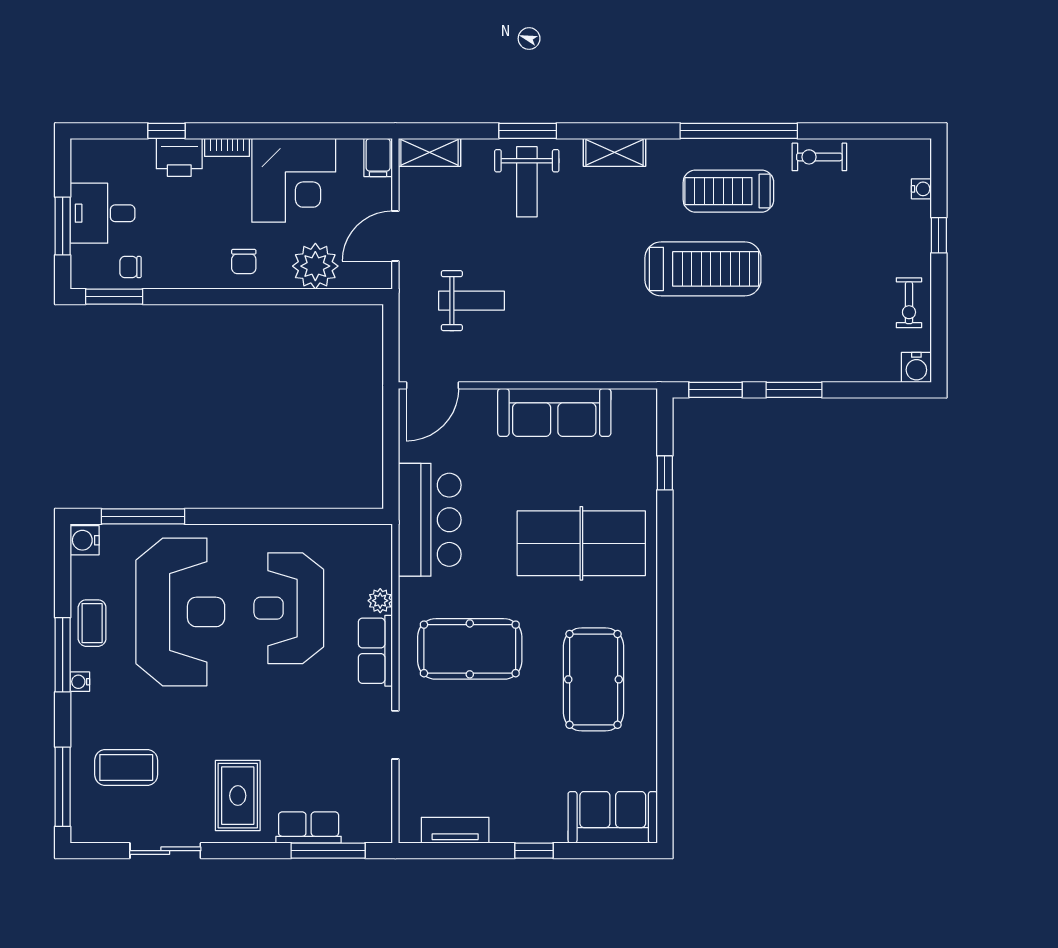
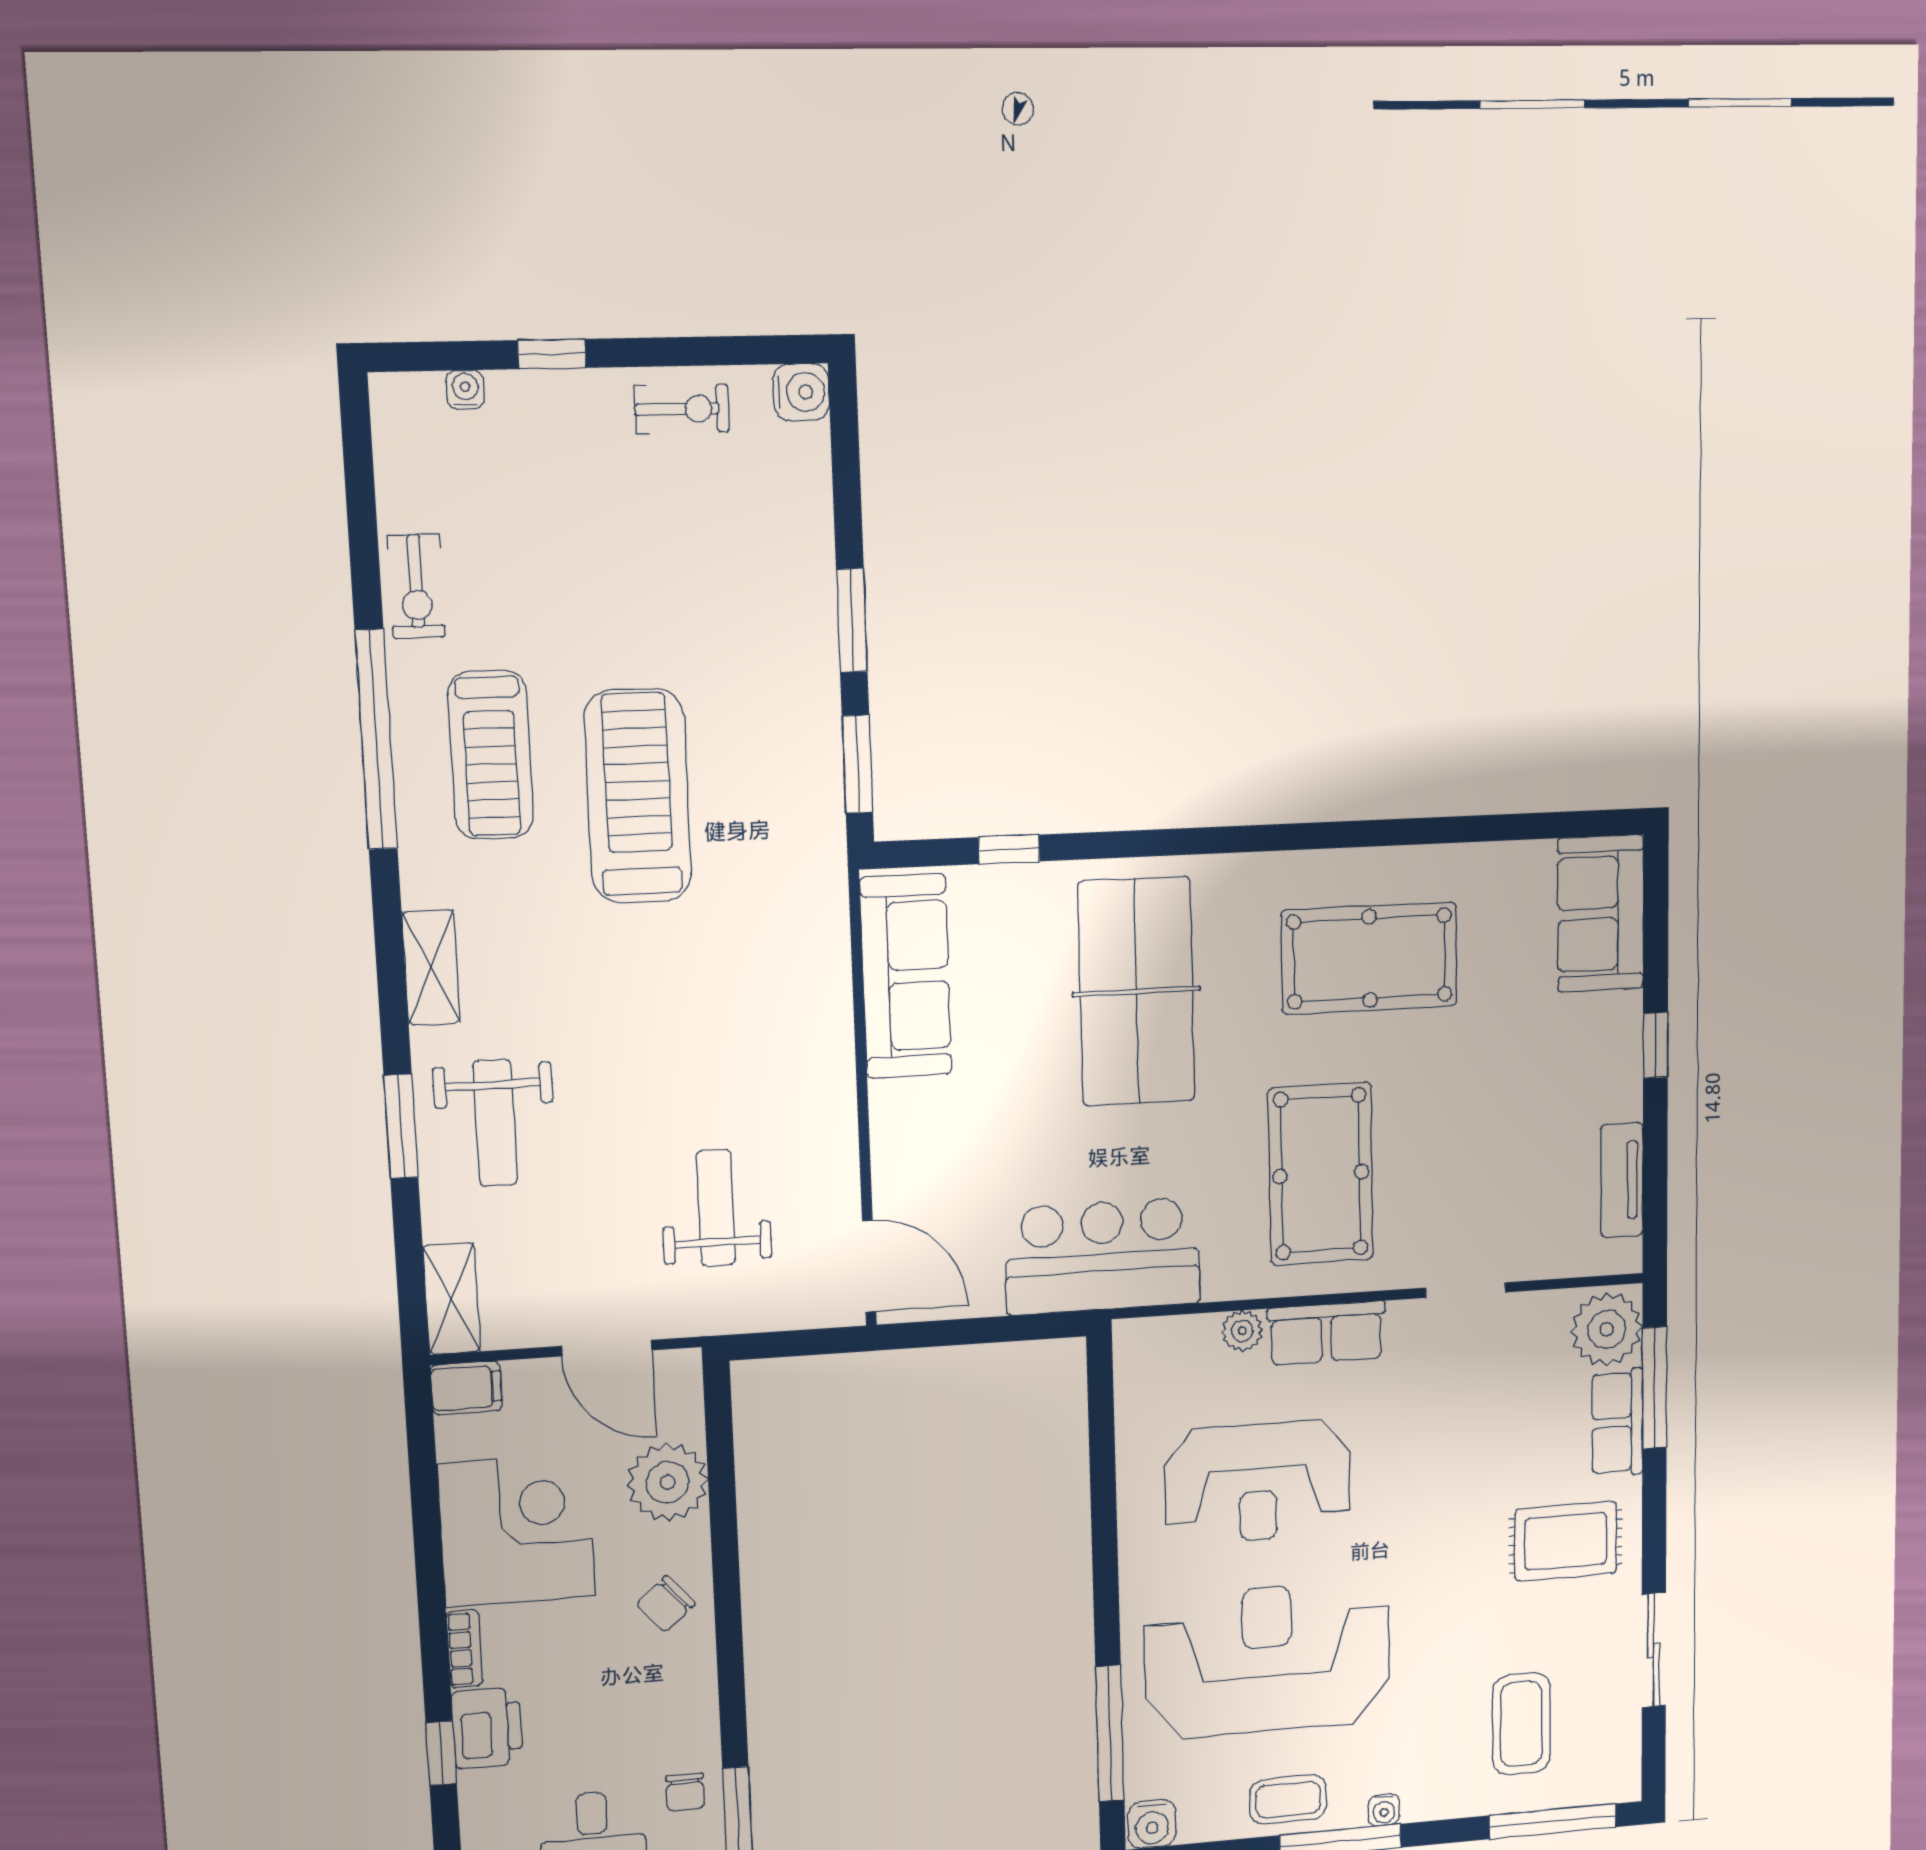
weight bench: (527, 182) -> (495, 1123), turned 90
chair: (244, 262) -> (666, 1604), turned 139
sofa: (554, 412) -> (906, 976), moved
plant: (366, 821) -> (1607, 1329), added

